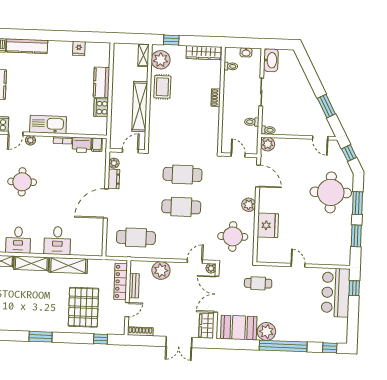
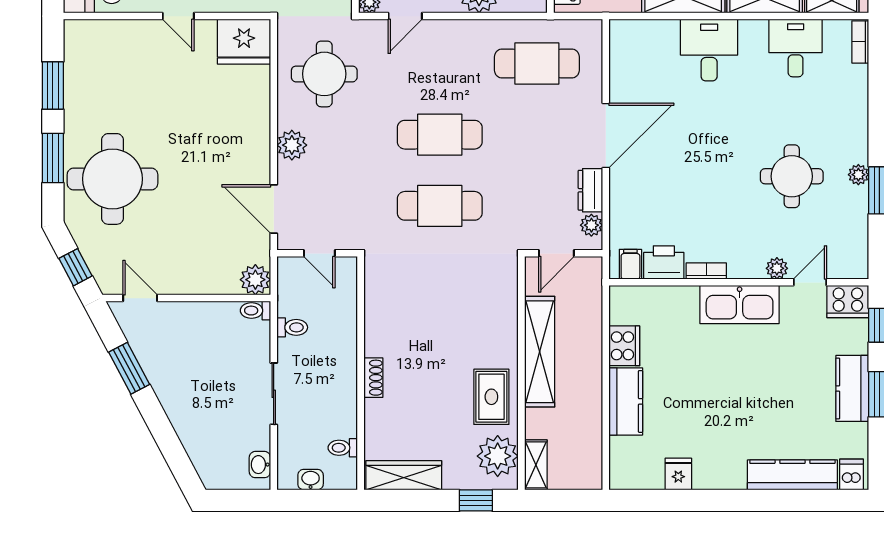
washbasin: (271, 60) -> (260, 465), width x0.52, depth x0.69
fridge: (268, 225) -> (244, 42), moved, turned -90

